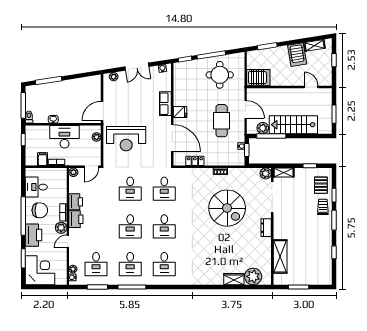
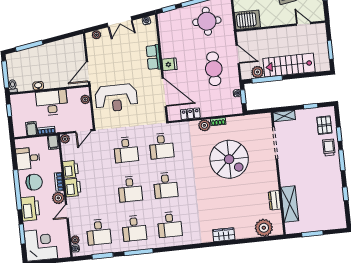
plant: (266, 173) -> (204, 125), moved
filing cabinet: (62, 174) -> (53, 142), added
dresser: (266, 228) -> (275, 200), moved
wardrobe: (234, 279) -> (224, 235), moved

